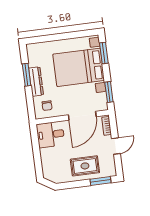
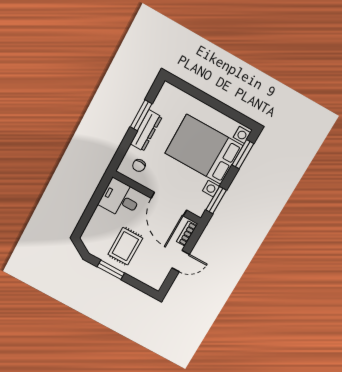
door: (82, 116) -> (169, 204), hinge flipped
rug: (85, 166) -> (125, 246), moved, turned 90
window: (100, 181) -> (111, 270), moved

